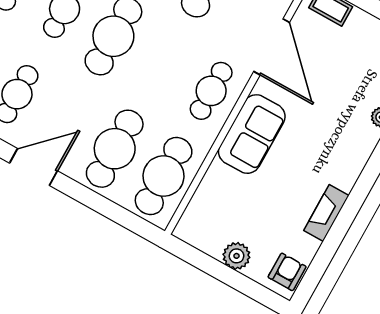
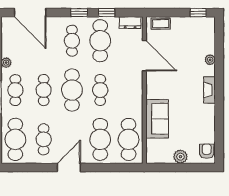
cafe table: (211, 91) -> (100, 90), moved
sofa: (252, 134) -> (157, 119), moved
fireplace: (326, 213) -> (210, 90), moved

